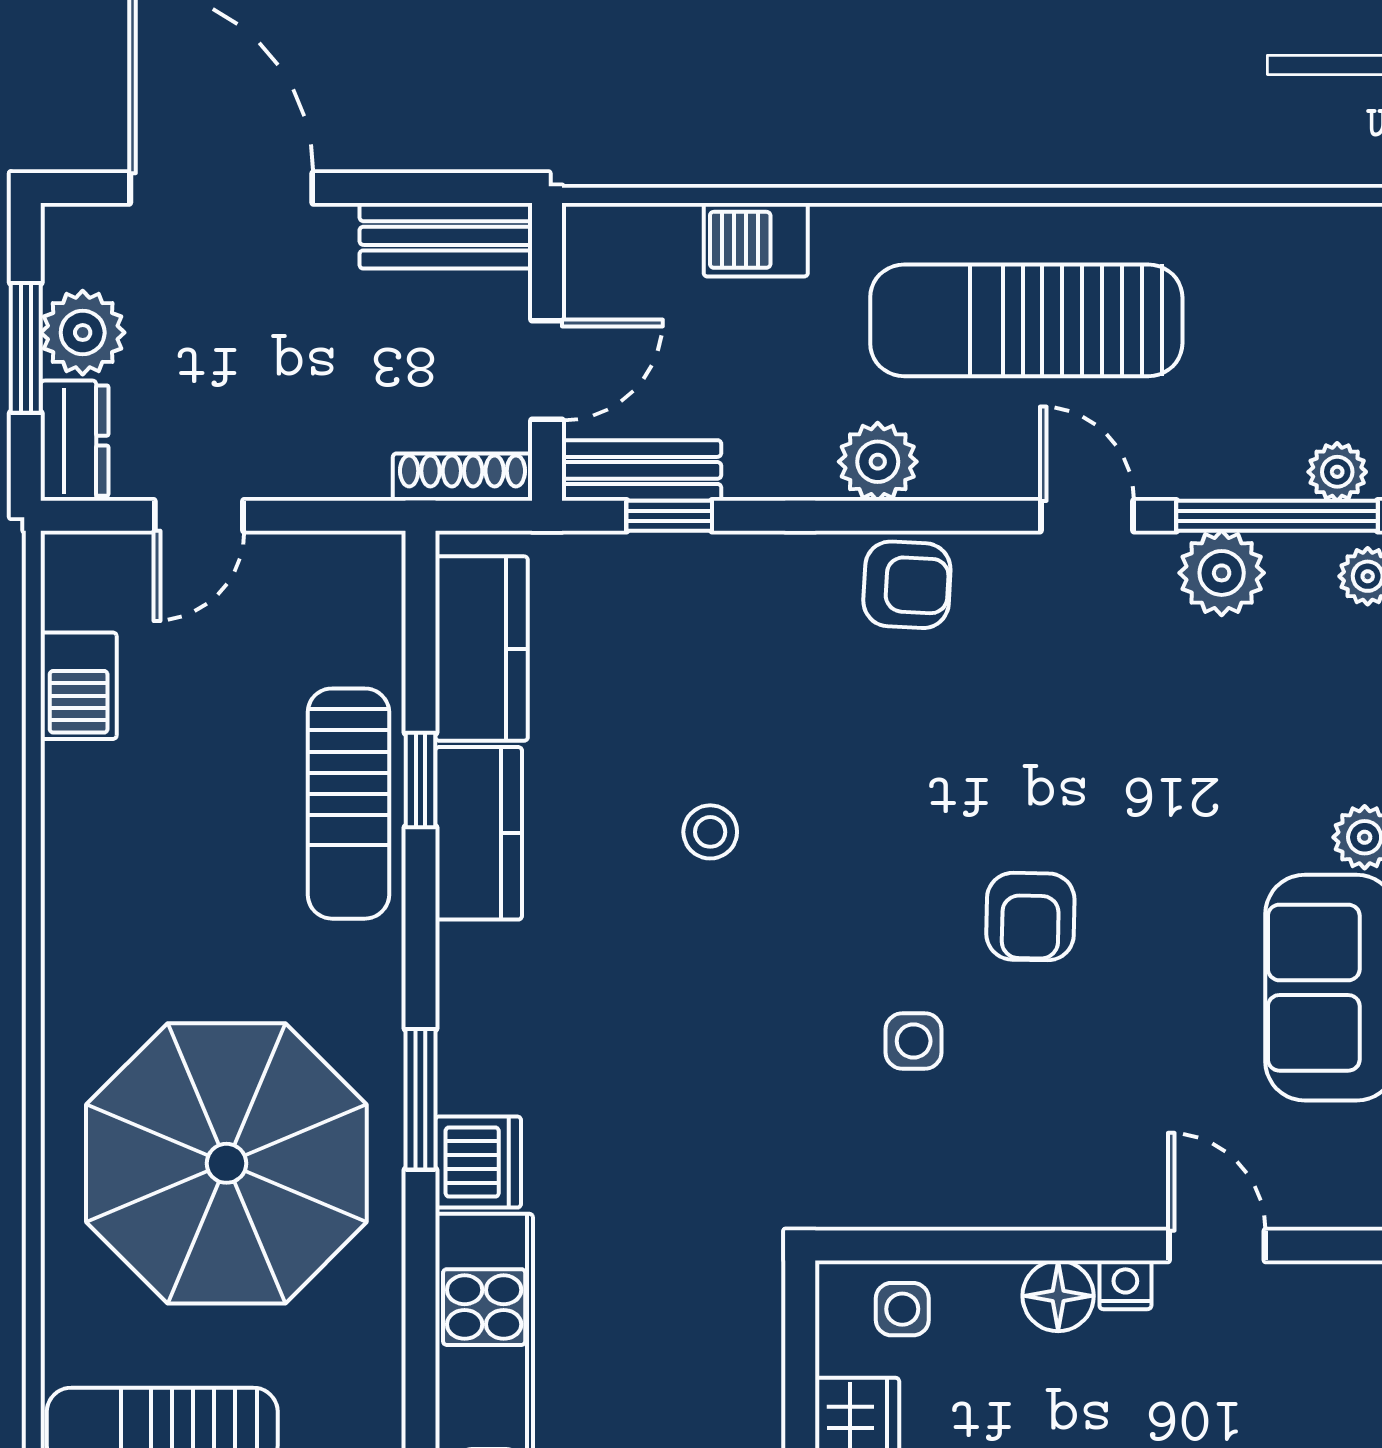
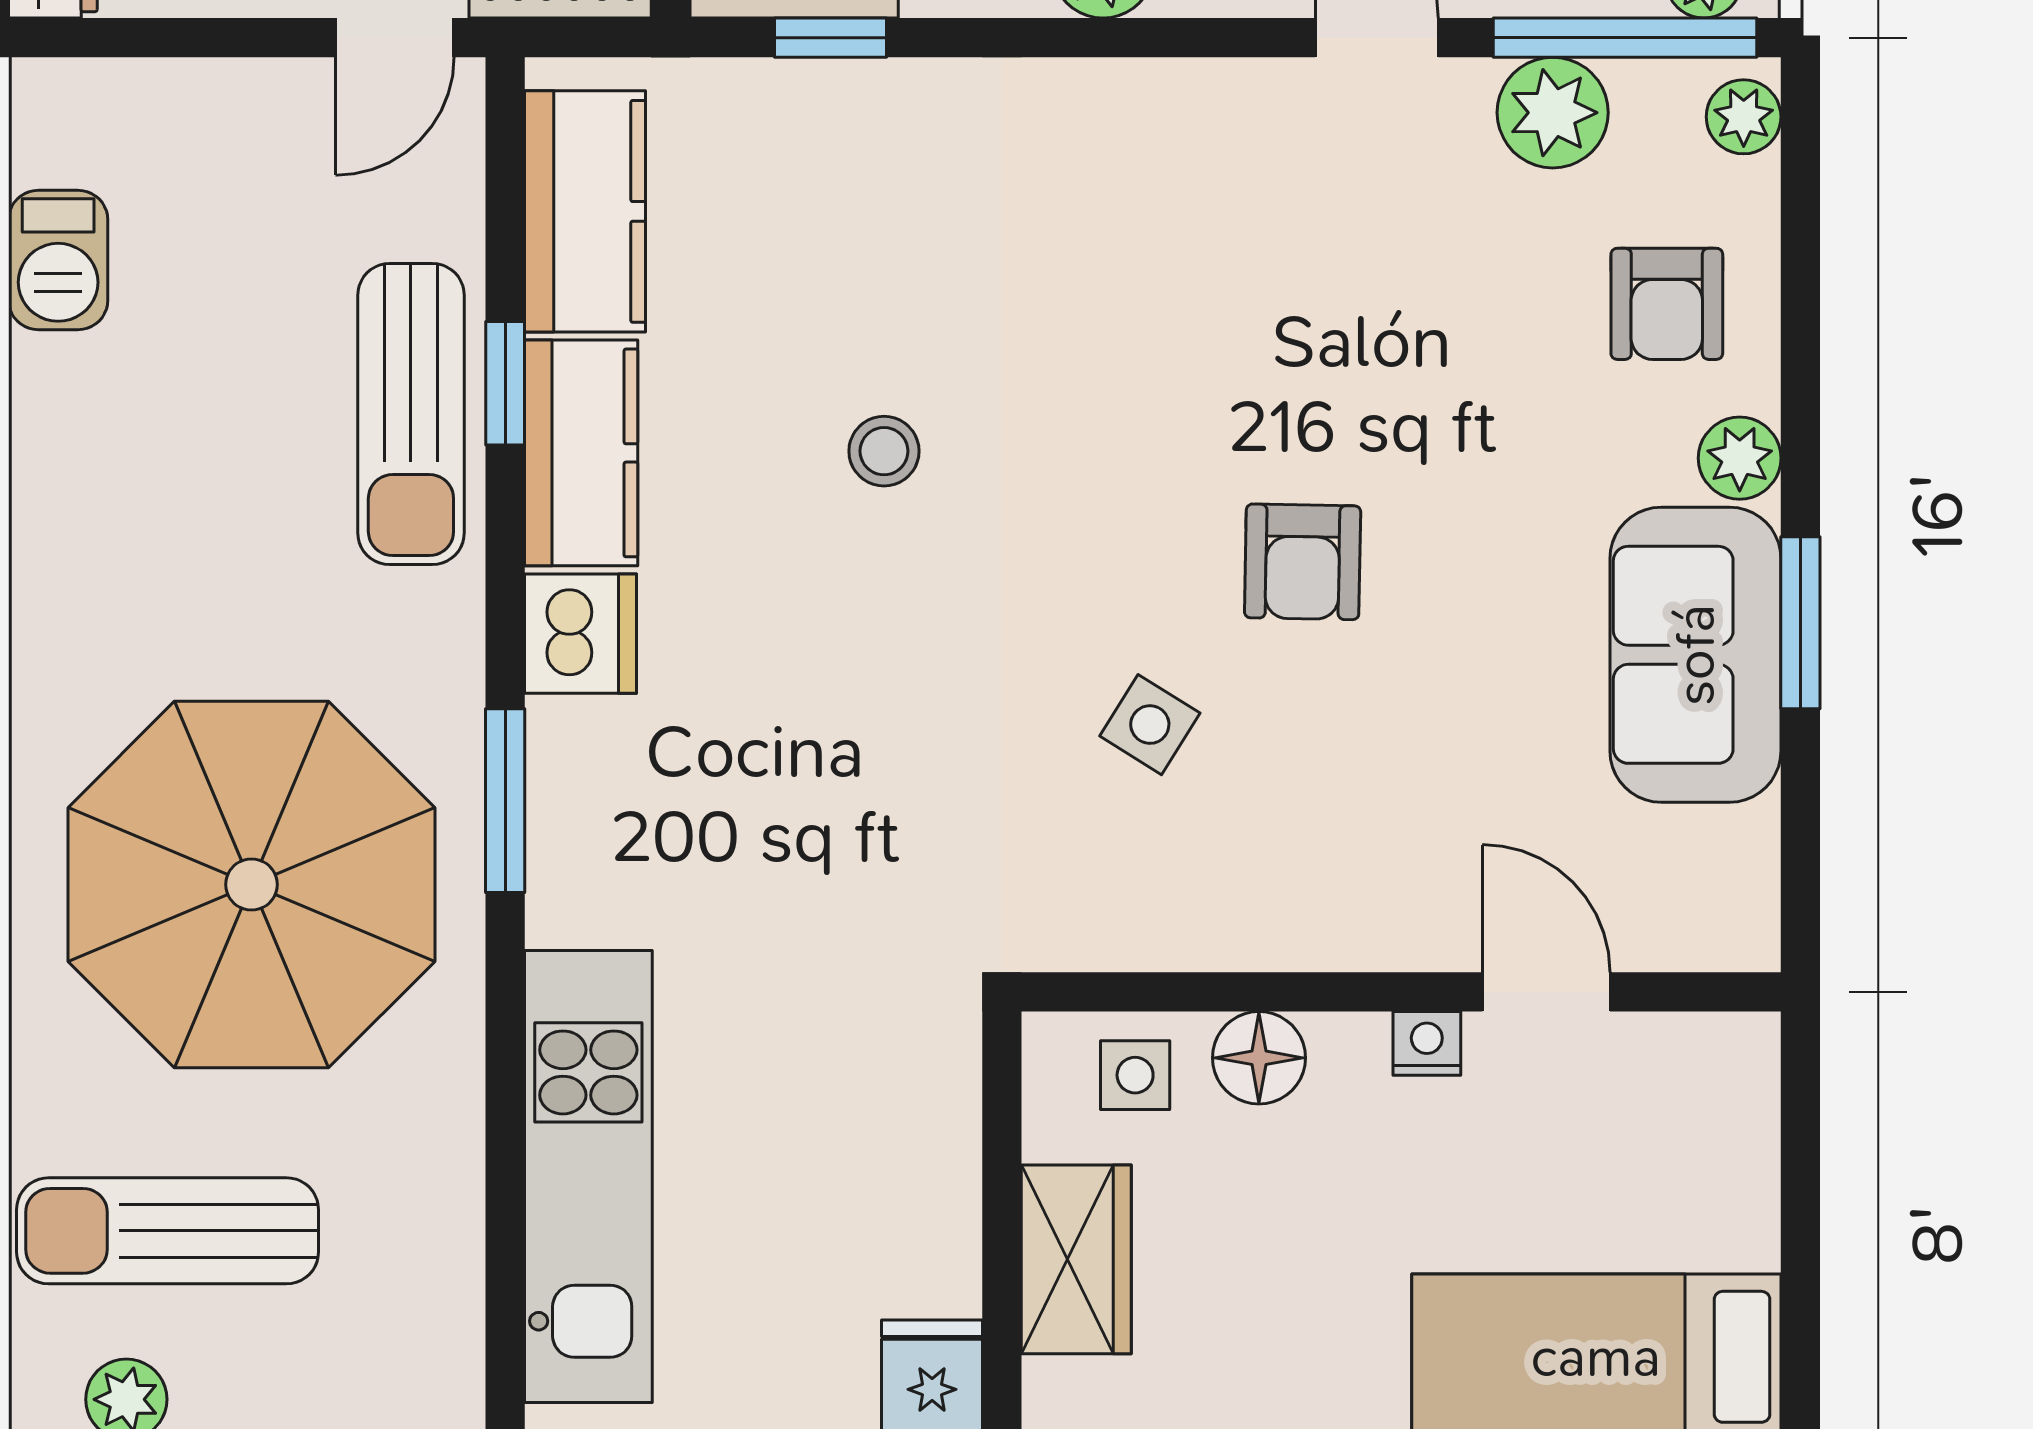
door: (199, 516) -> (395, 38), moved
armchair: (907, 585) -> (1667, 304), moved, turned 87
side table: (914, 1041) -> (1150, 725), turned 32
dishwasher: (478, 1162) -> (581, 634), moved
floor lamp: (1058, 1296) -> (1259, 1058), moved

